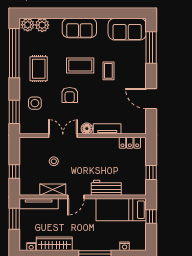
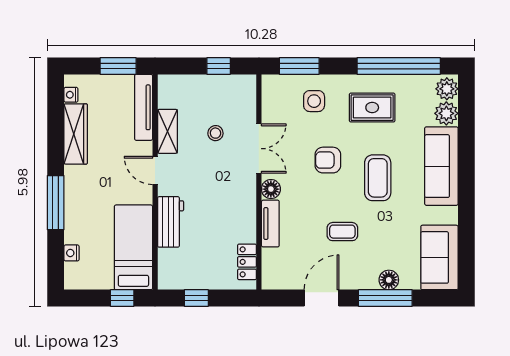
sofa: (79, 28) -> (441, 166), width x1.36
window: (151, 47) -> (385, 298), moved
floor lamp: (140, 59) -> (389, 280), added
coffee table: (108, 71) -> (342, 232), moved
window: (14, 172) -> (219, 66), moved

